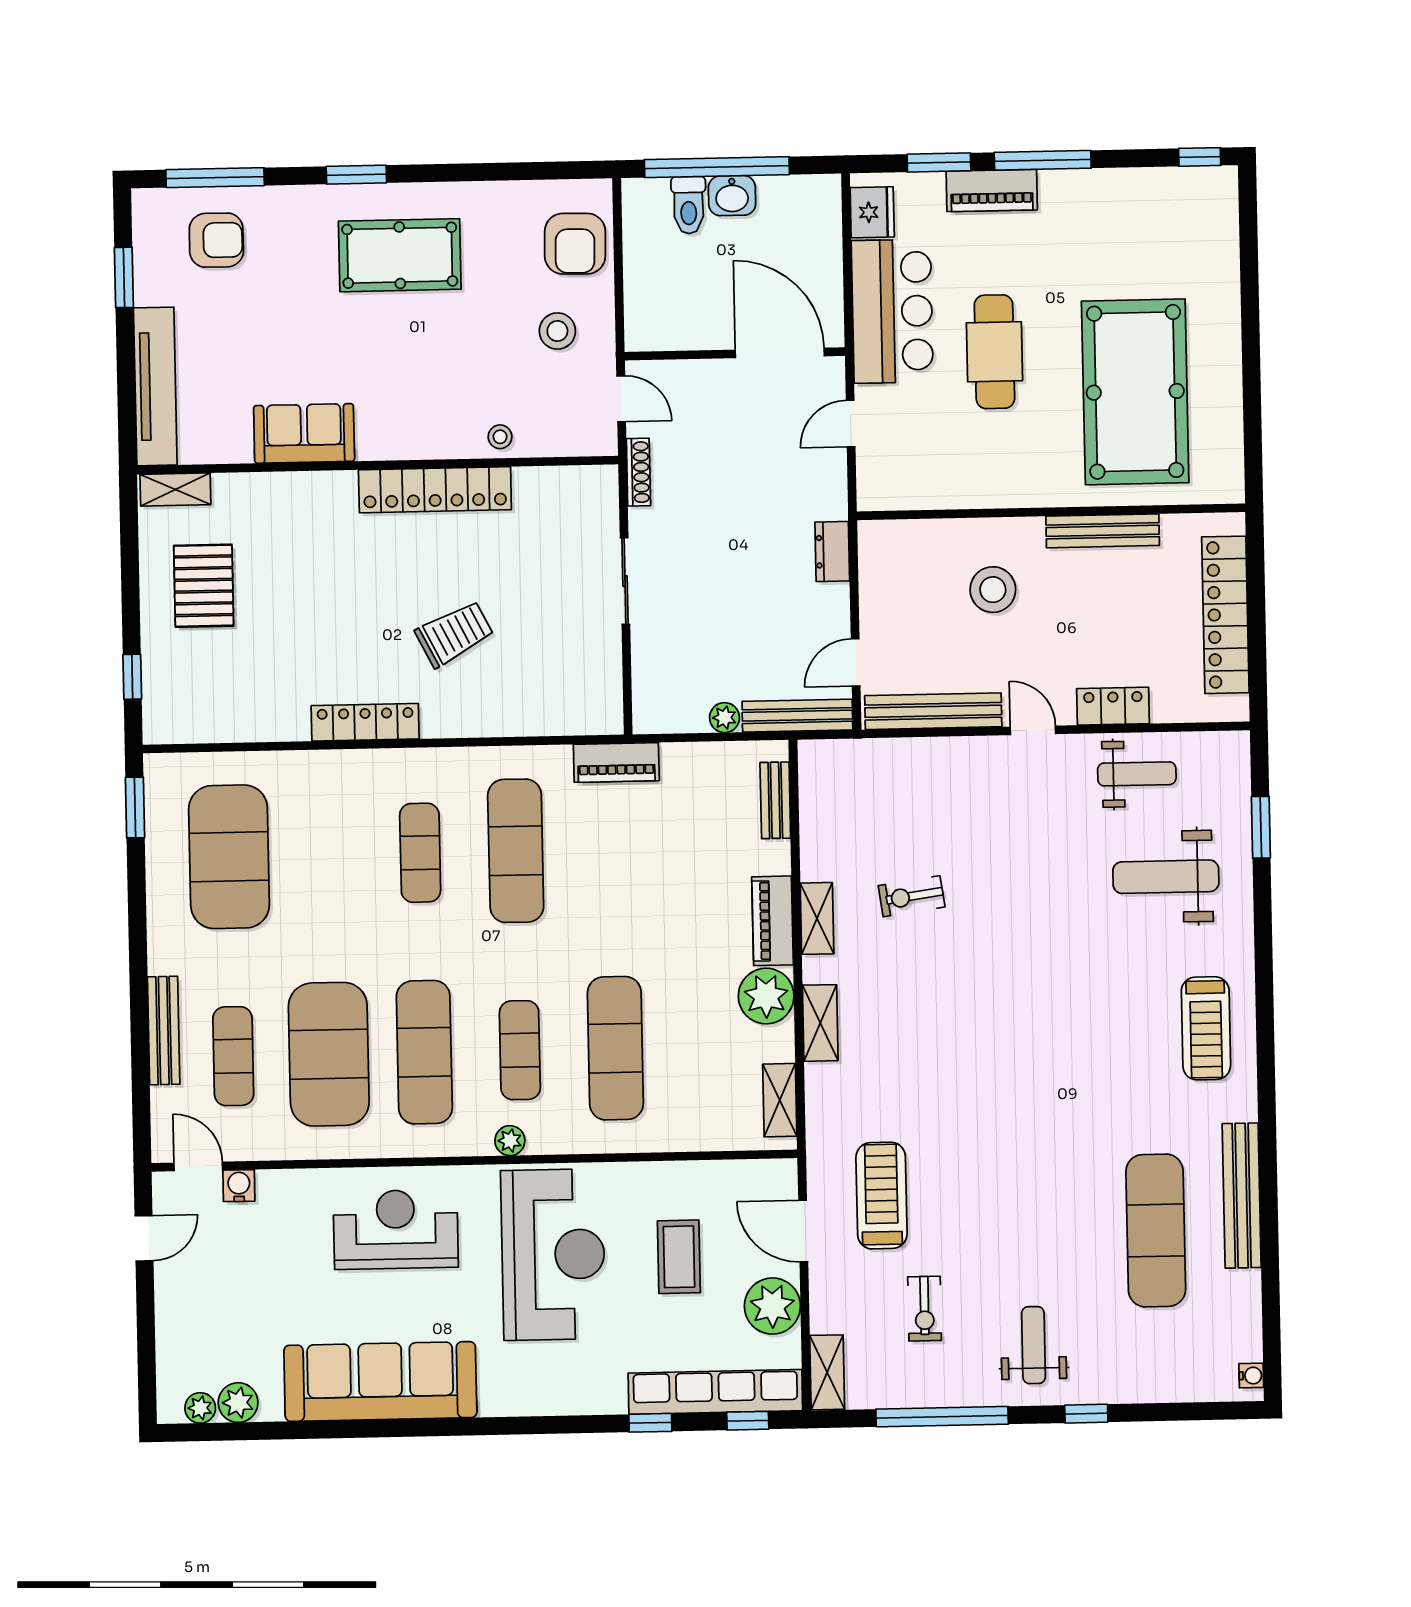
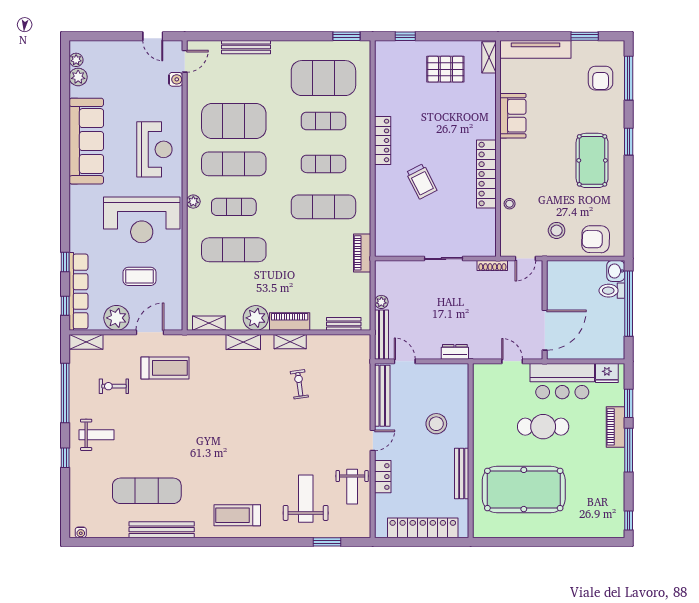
washbasin: (732, 196) -> (616, 271), moved
exercise mat: (233, 1056) -> (323, 121), moved

